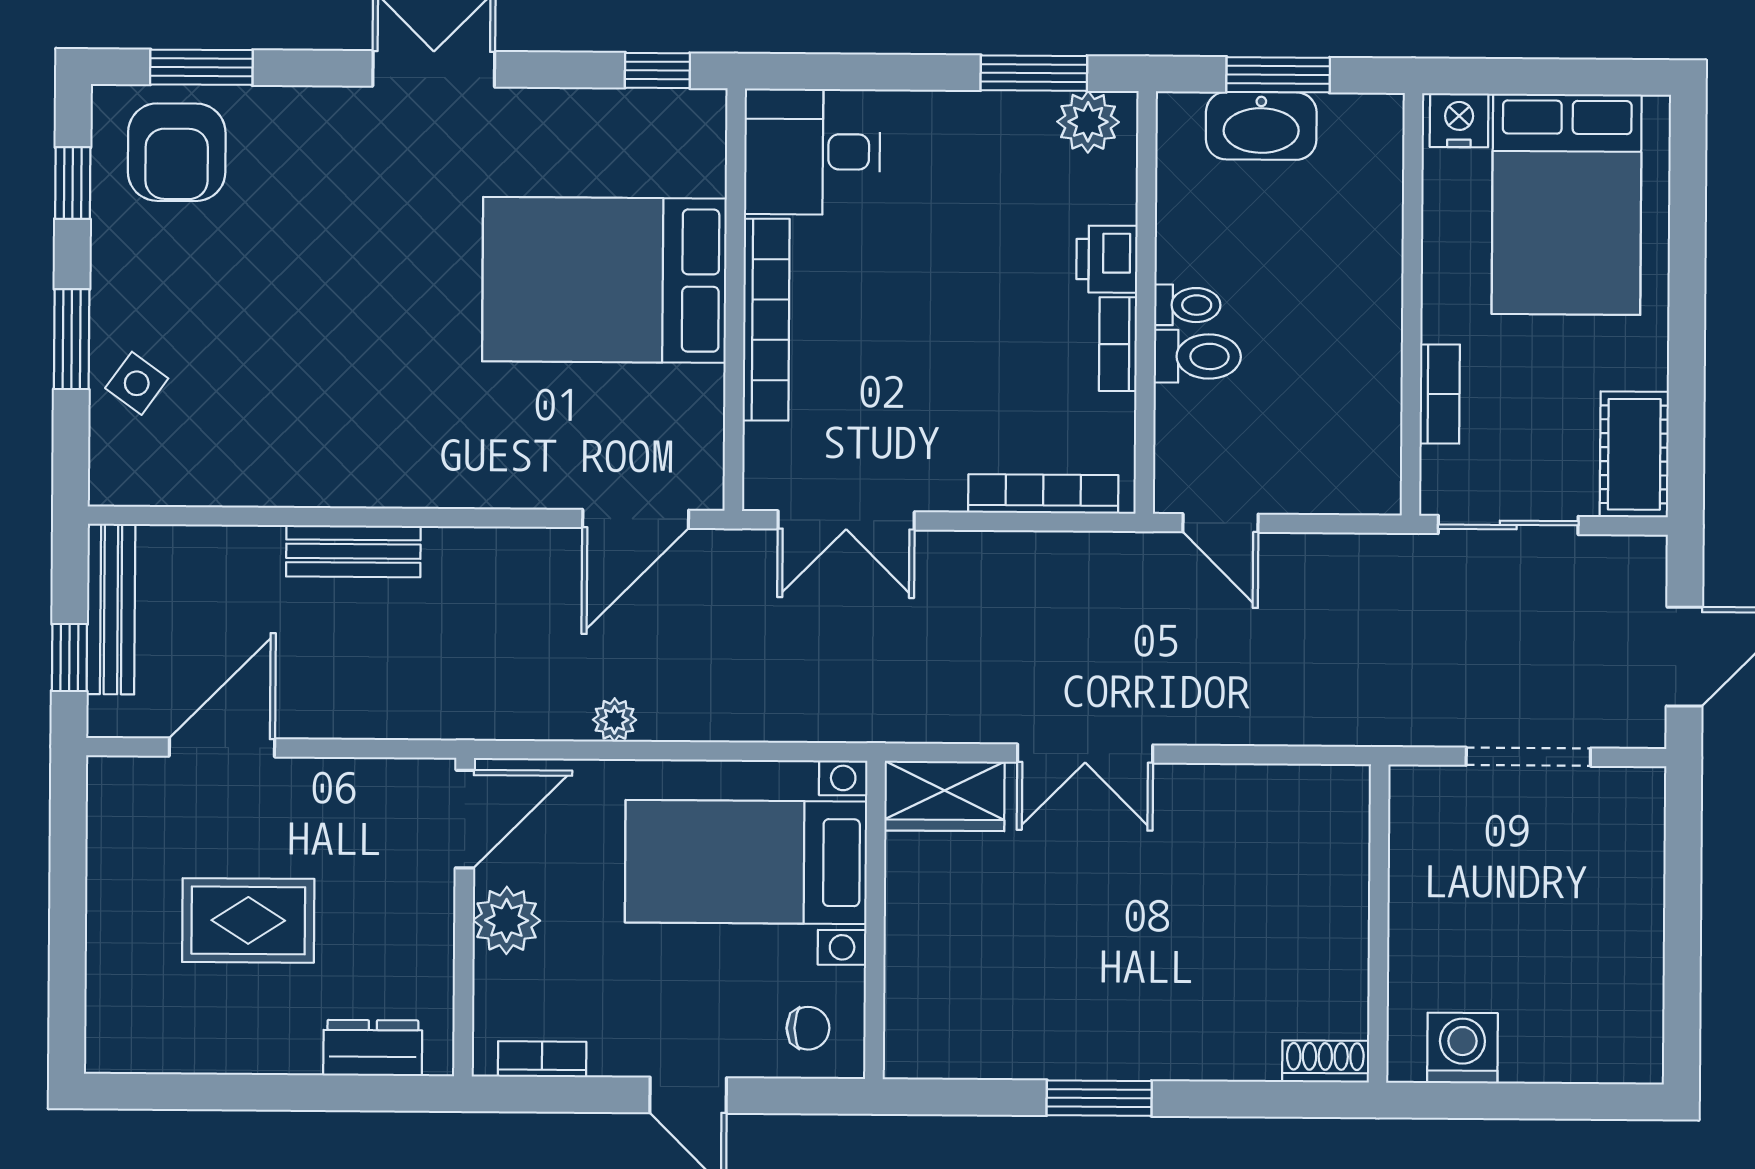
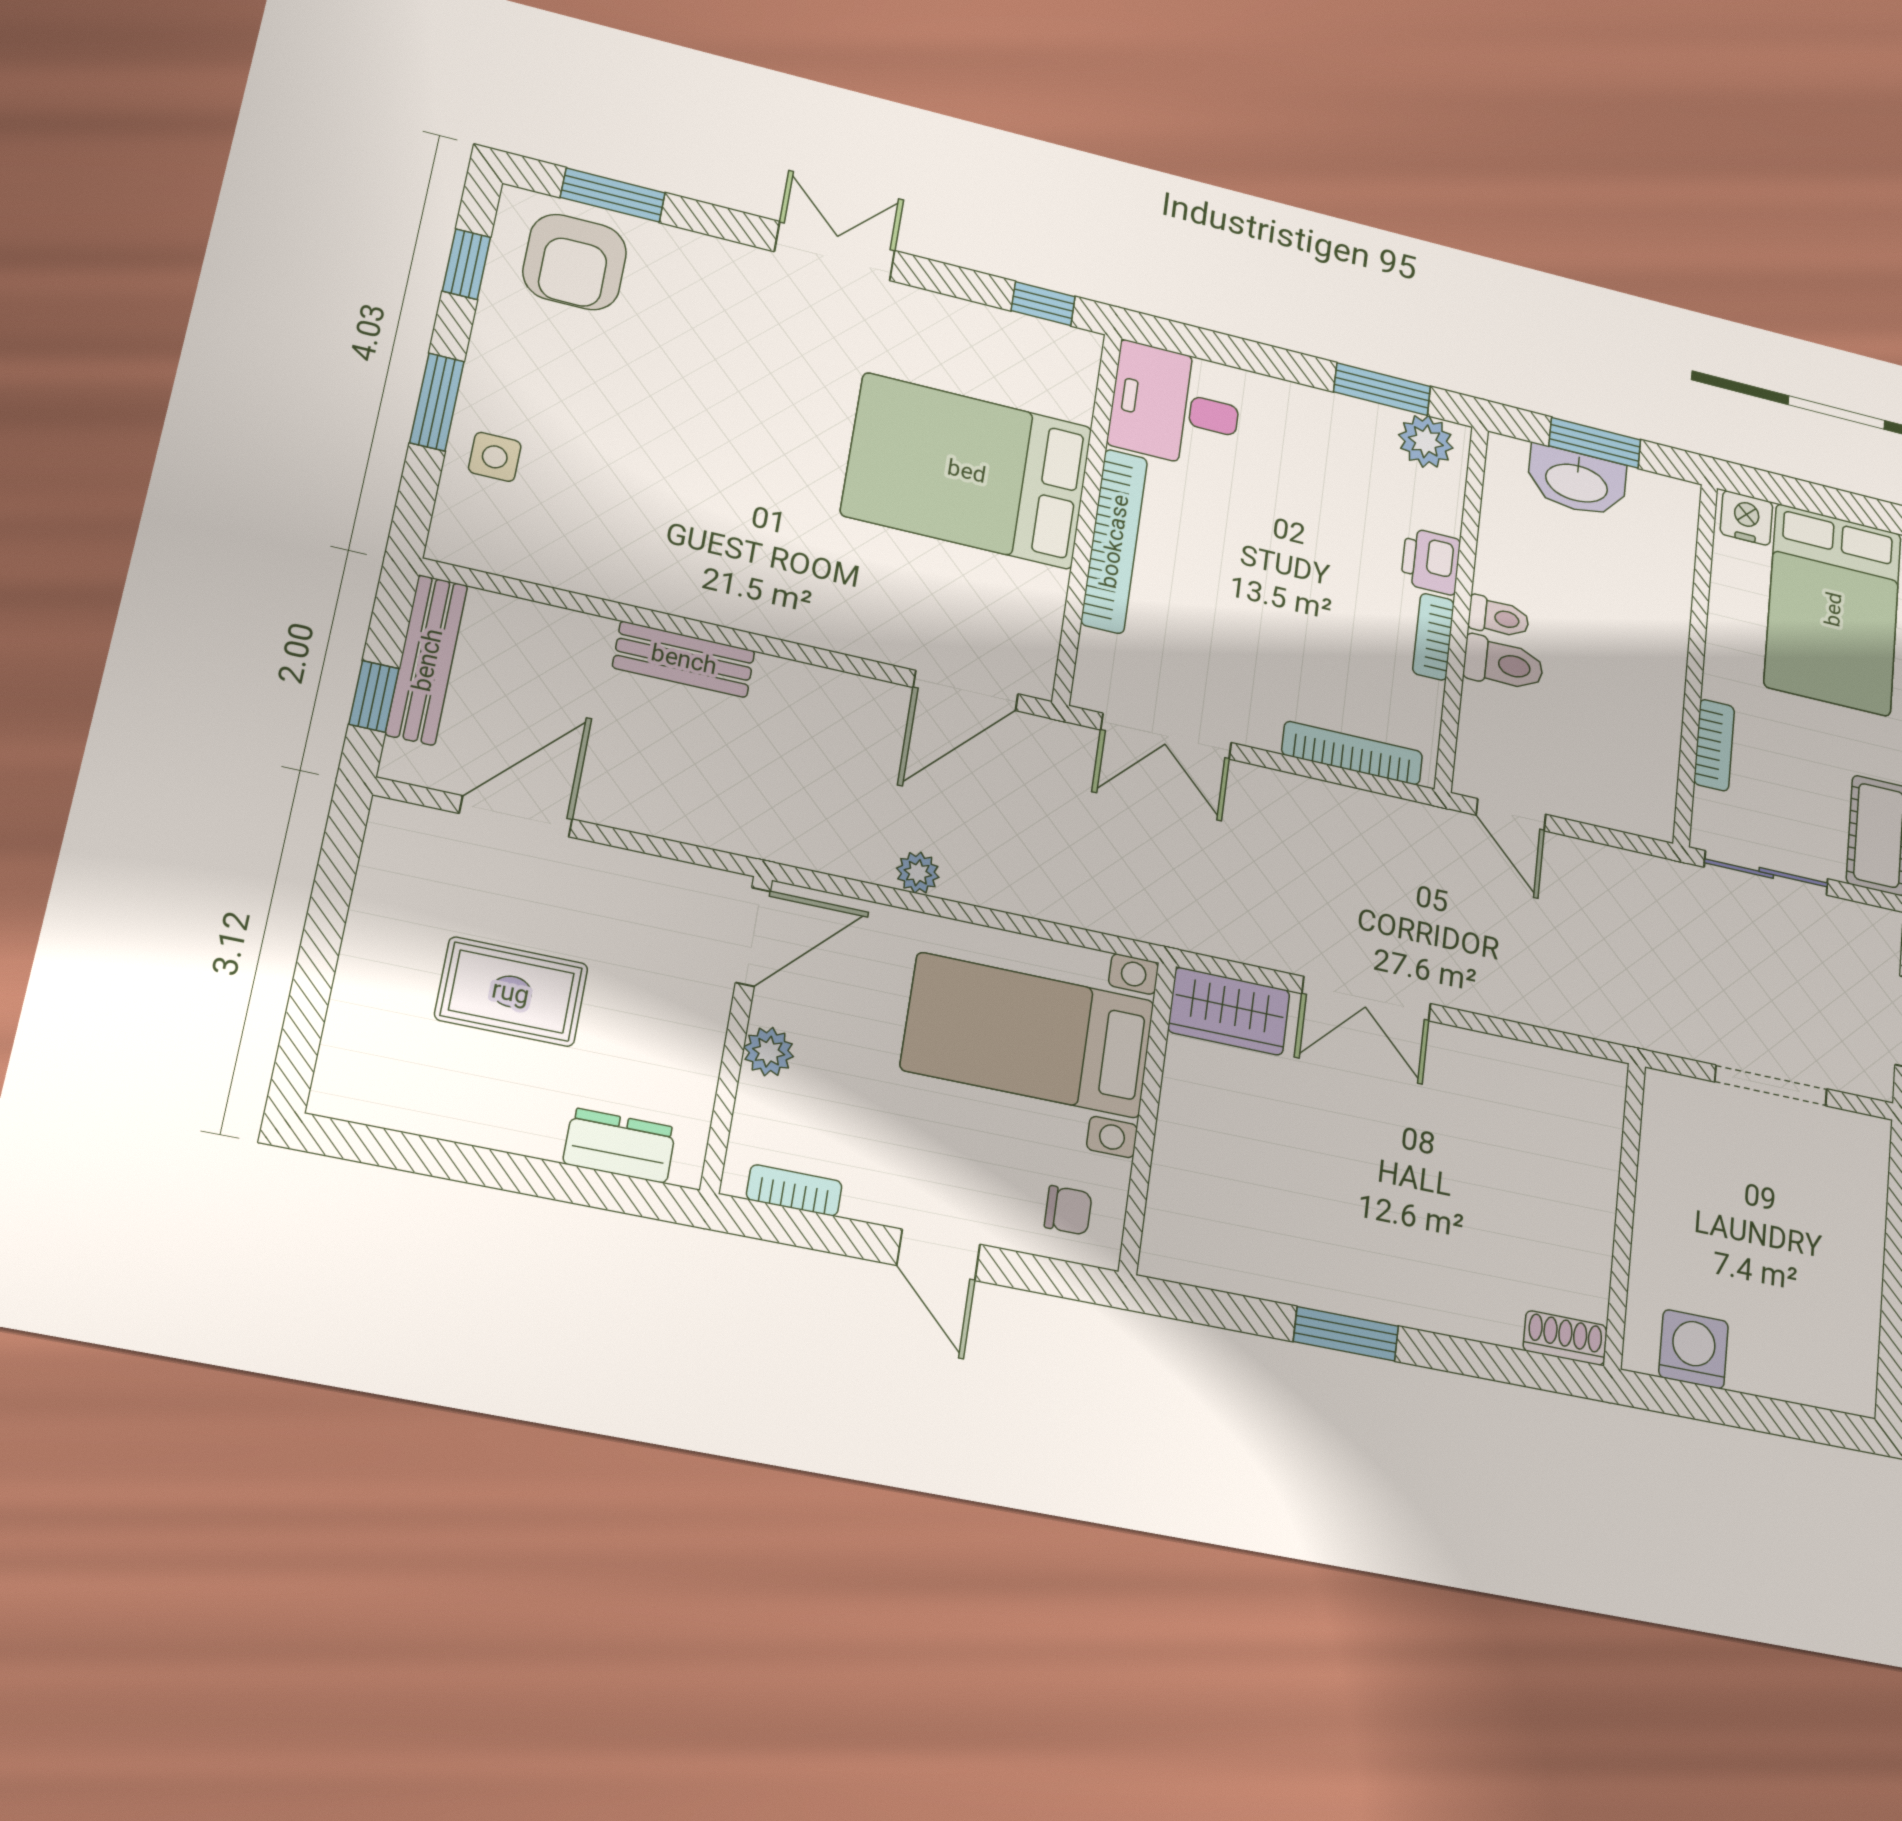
side table: (137, 383) -> (495, 457), turned -36
plant: (507, 920) -> (769, 1052), width x0.73, depth x0.73

